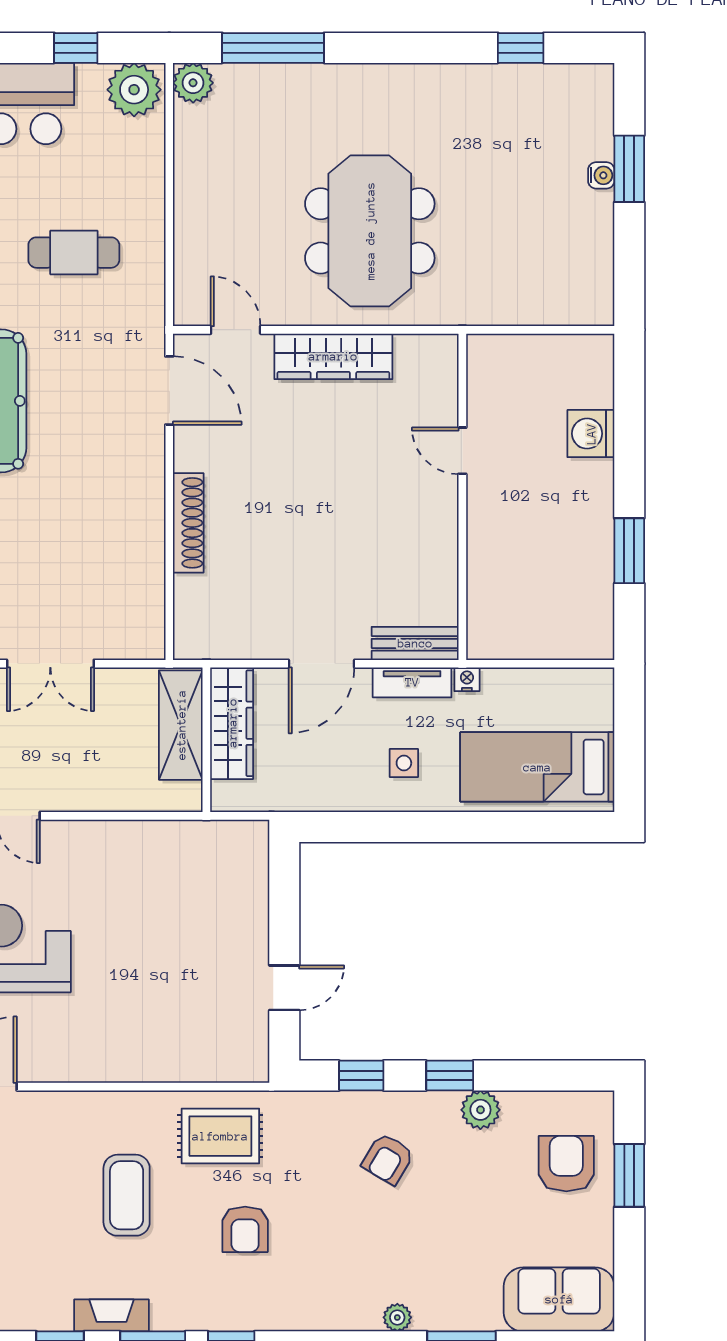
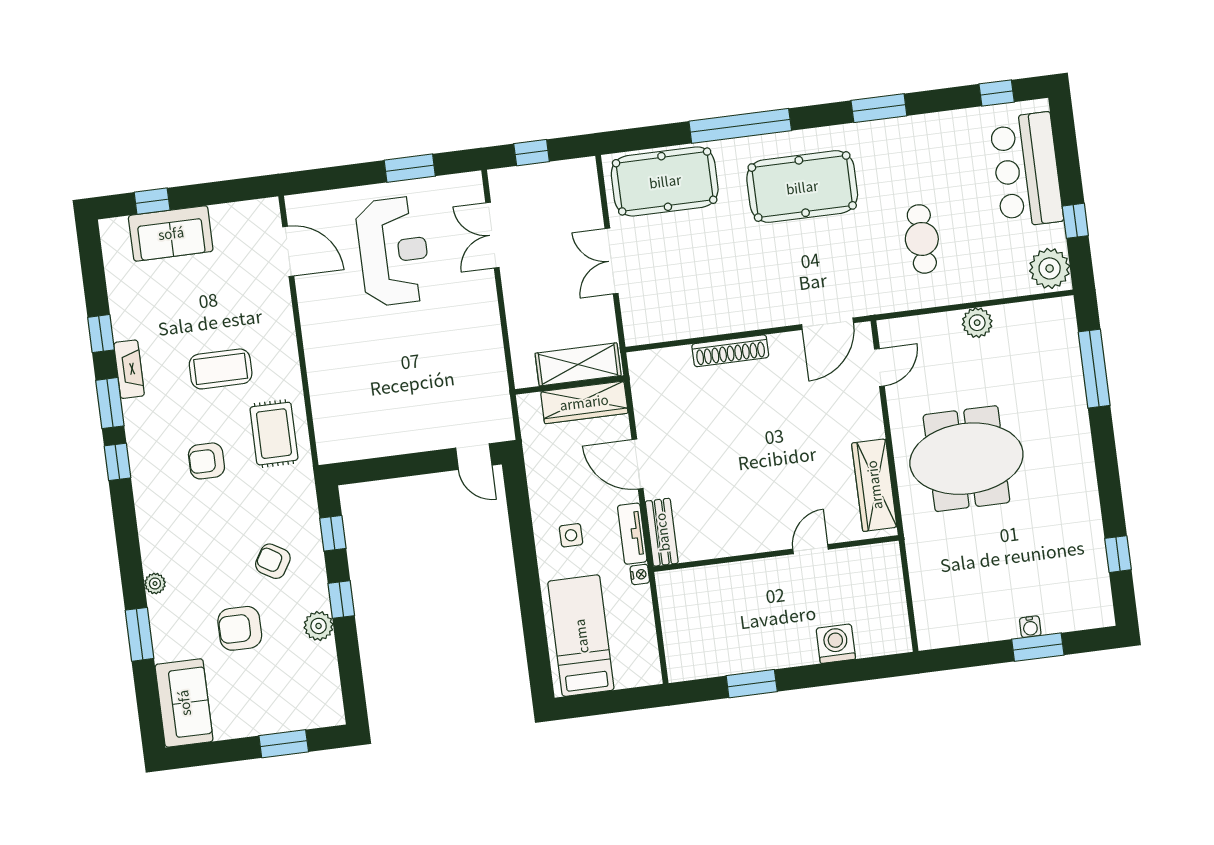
plant: (193, 83) -> (977, 323), moved
wardrobe: (333, 356) -> (874, 485), moved
door: (284, 988) -> (474, 457), moved
armchair: (566, 1164) -> (240, 628), moved, turned 180

